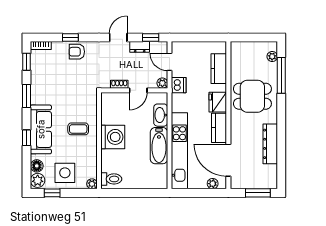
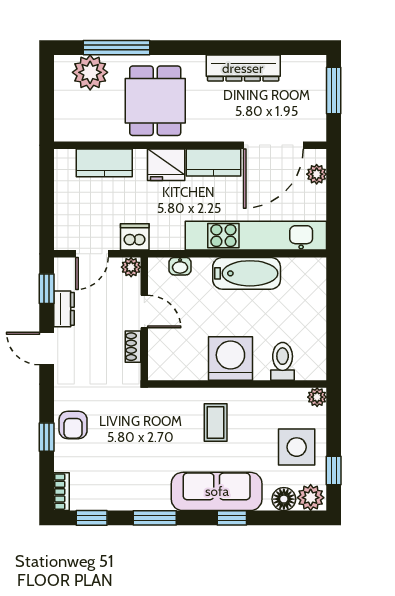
plant: (272, 56) -> (90, 72), width x1.87, depth x1.87
washbasin: (161, 115) -> (180, 266), width x0.52, depth x0.69
toilet: (111, 179) -> (283, 361), moved

